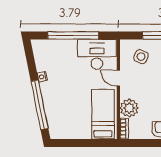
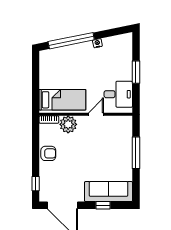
window: (73, 35) -> (136, 72), width x0.47
desk: (97, 54) -> (118, 94), width x0.73
side table: (141, 57) -> (116, 135), removed

